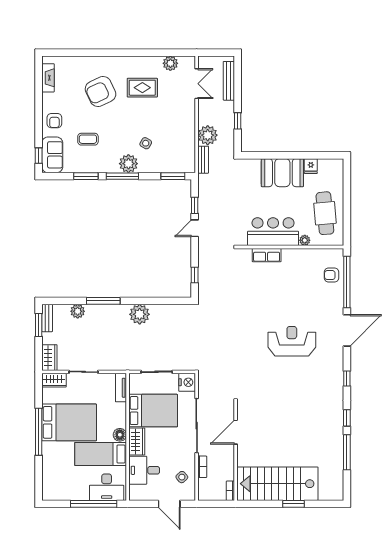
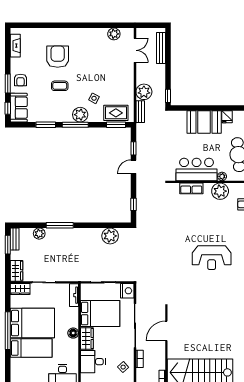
rug: (142, 88) -> (116, 113), moved
armchair: (101, 91) -> (58, 57), turned 115
window: (238, 121) -> (168, 96), moved
window: (39, 125) -> (8, 83), added
coffee table: (88, 139) -> (60, 86), moved
plant: (302, 259) -> (220, 191), added
plant: (140, 314) -> (110, 236), moved
reception desk: (292, 341) -> (212, 258), turned 180
bed: (101, 454) -> (31, 348), moved, turned 180

